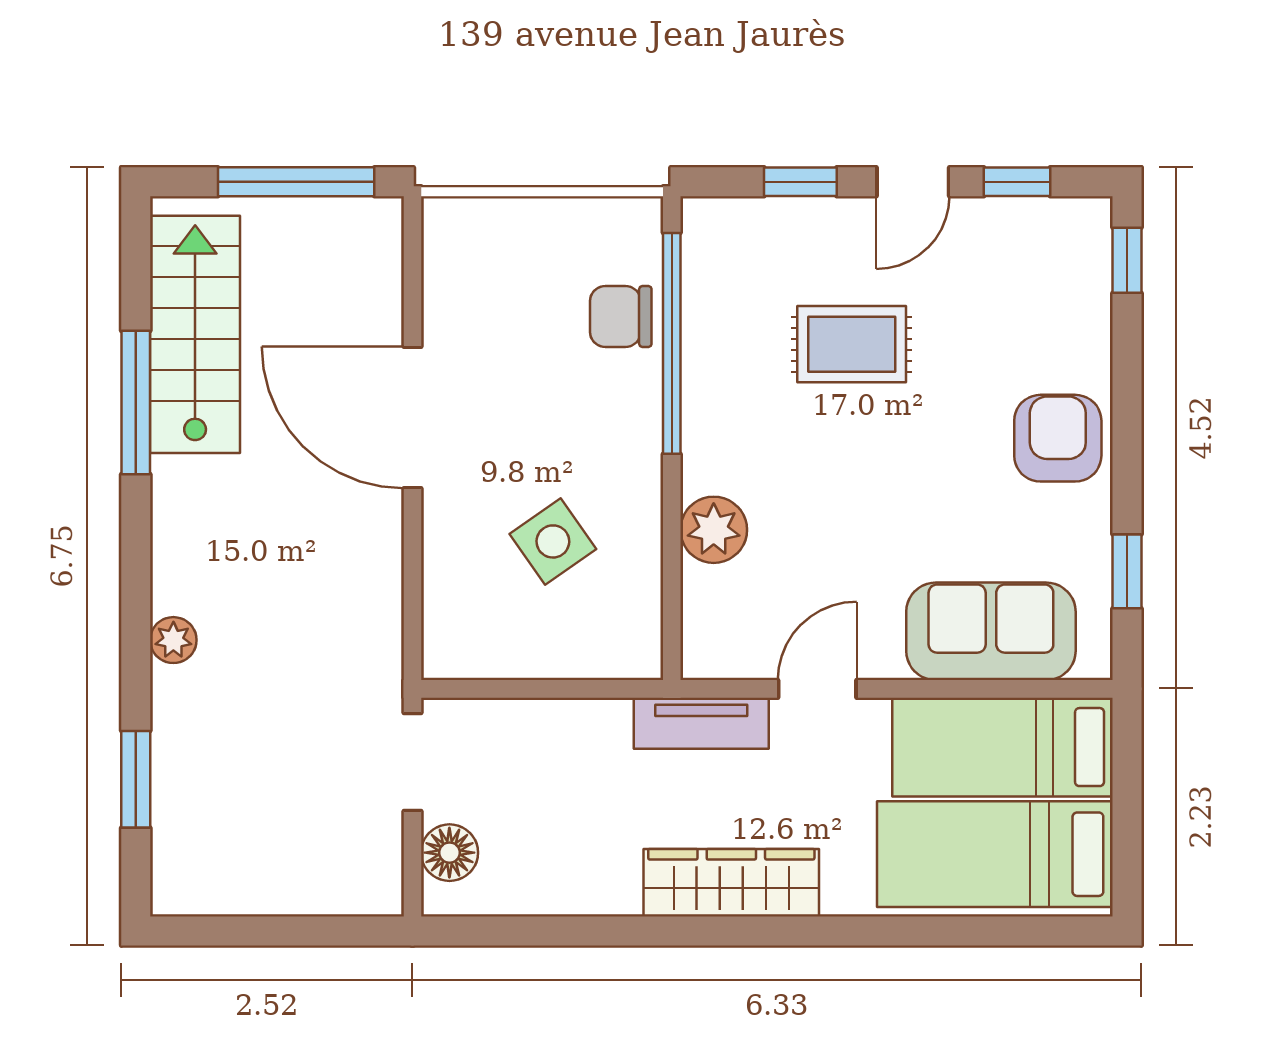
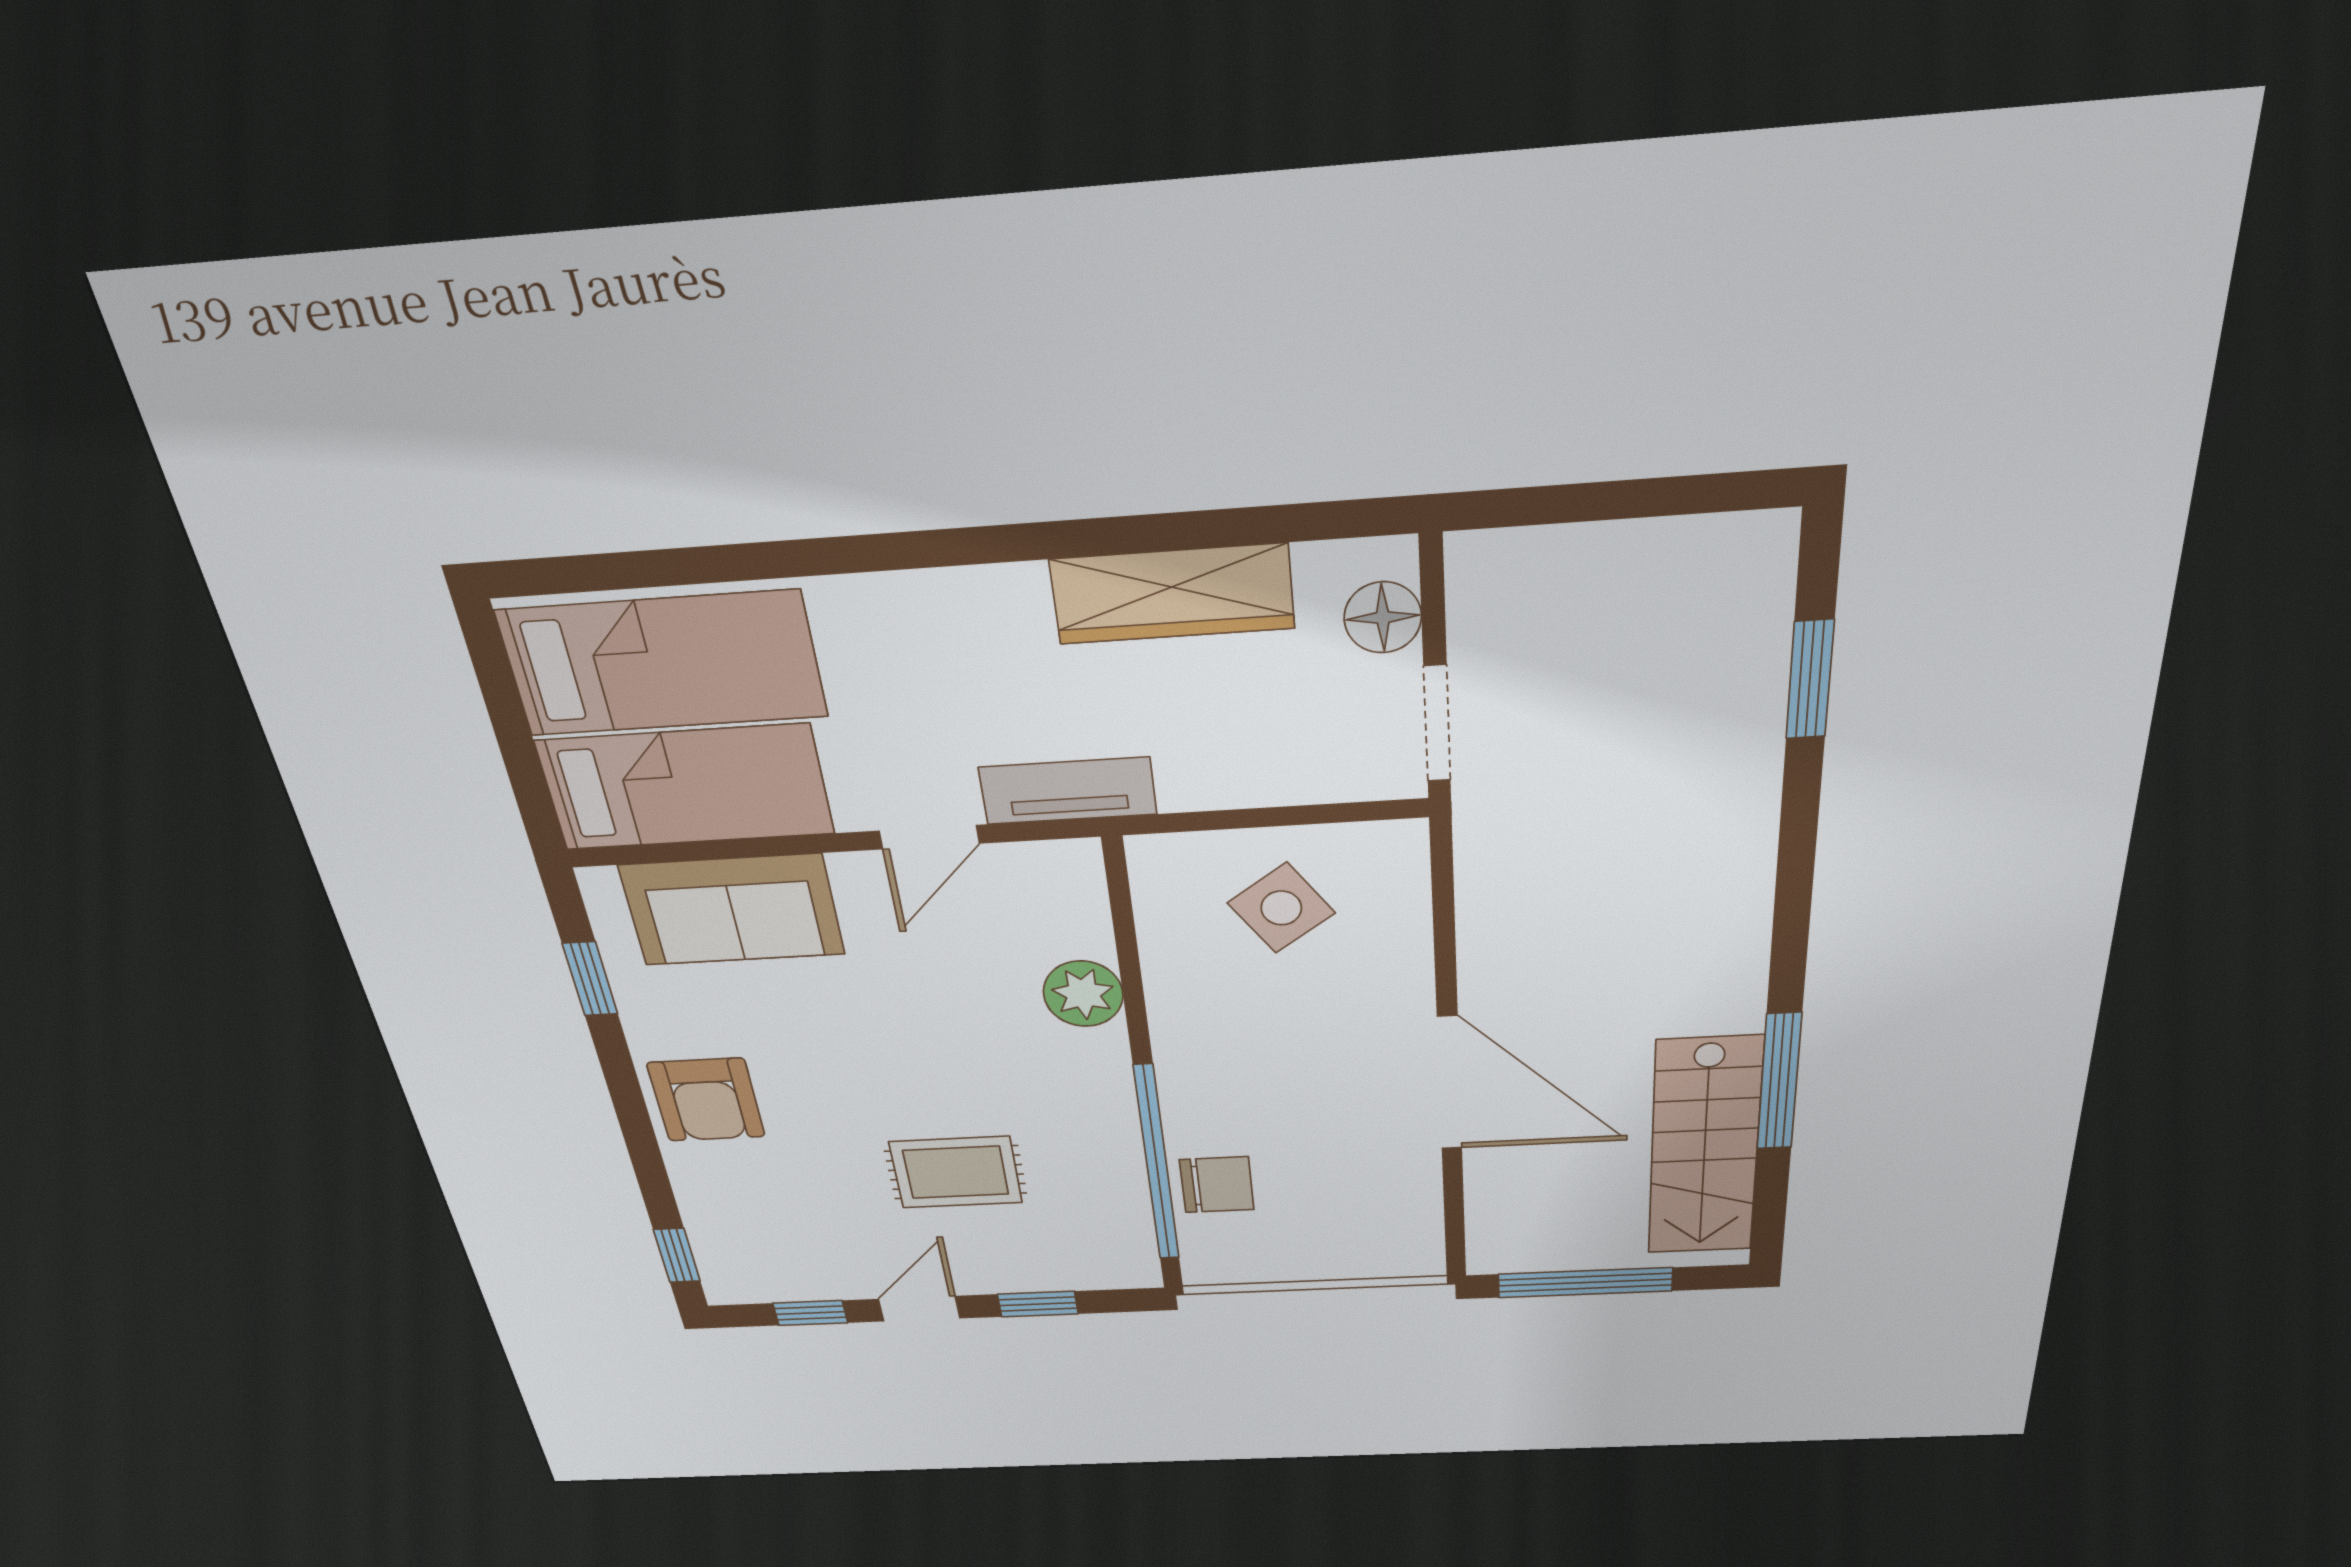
side table: (553, 541) -> (1281, 908), moved
plant: (173, 640) -> (1749, 843), removed
wardrobe: (731, 883) -> (1172, 594), moved

